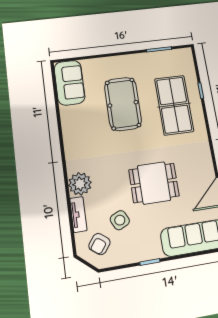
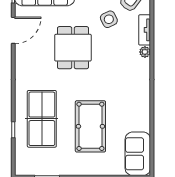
dining table: (154, 183) -> (73, 48), turned 90
plant: (80, 184) -> (145, 52), width x0.53, depth x0.53

